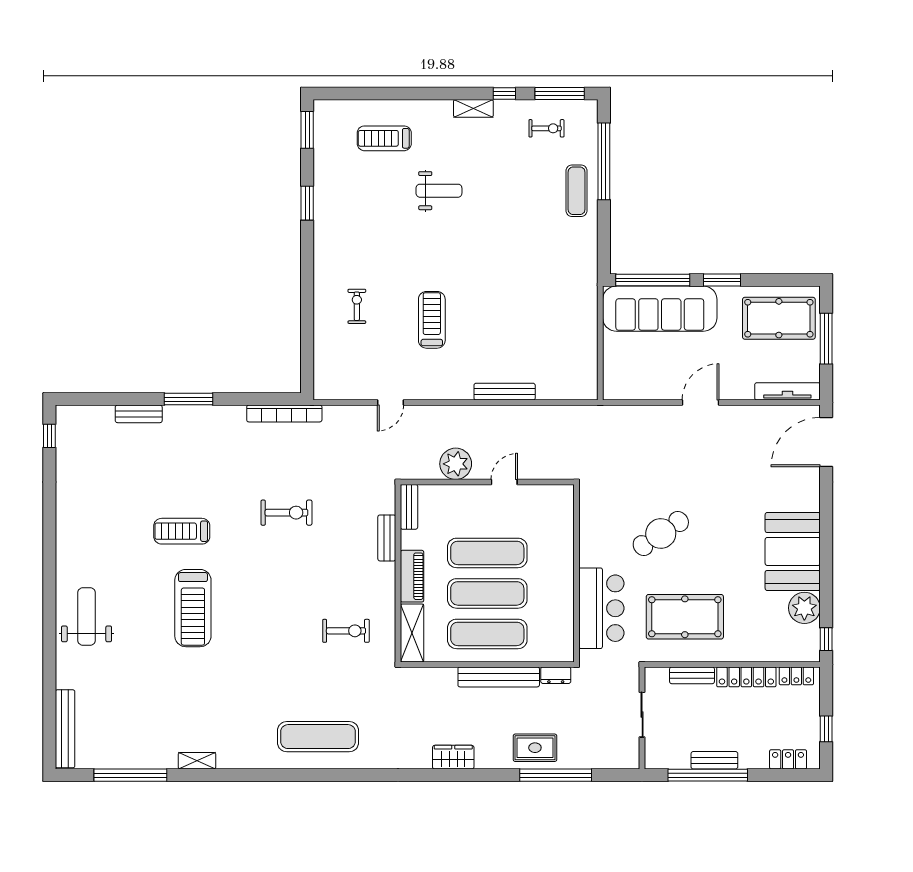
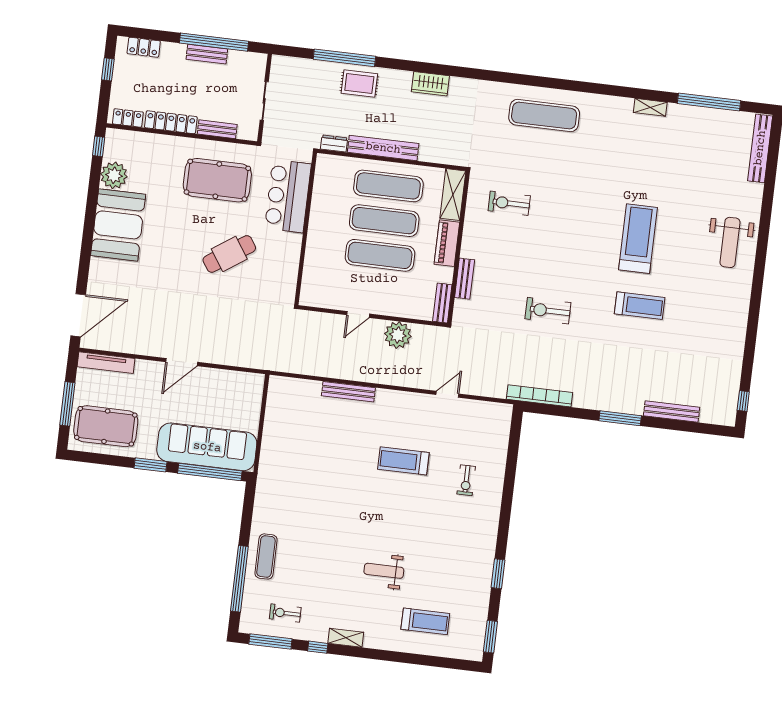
treadmill: (432, 320) -> (403, 461), turned 90
bench: (139, 414) -> (672, 412), width x1.36

